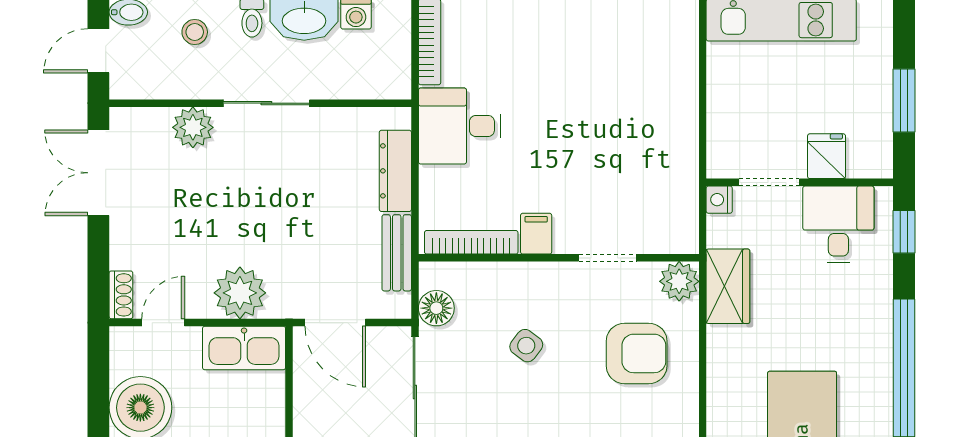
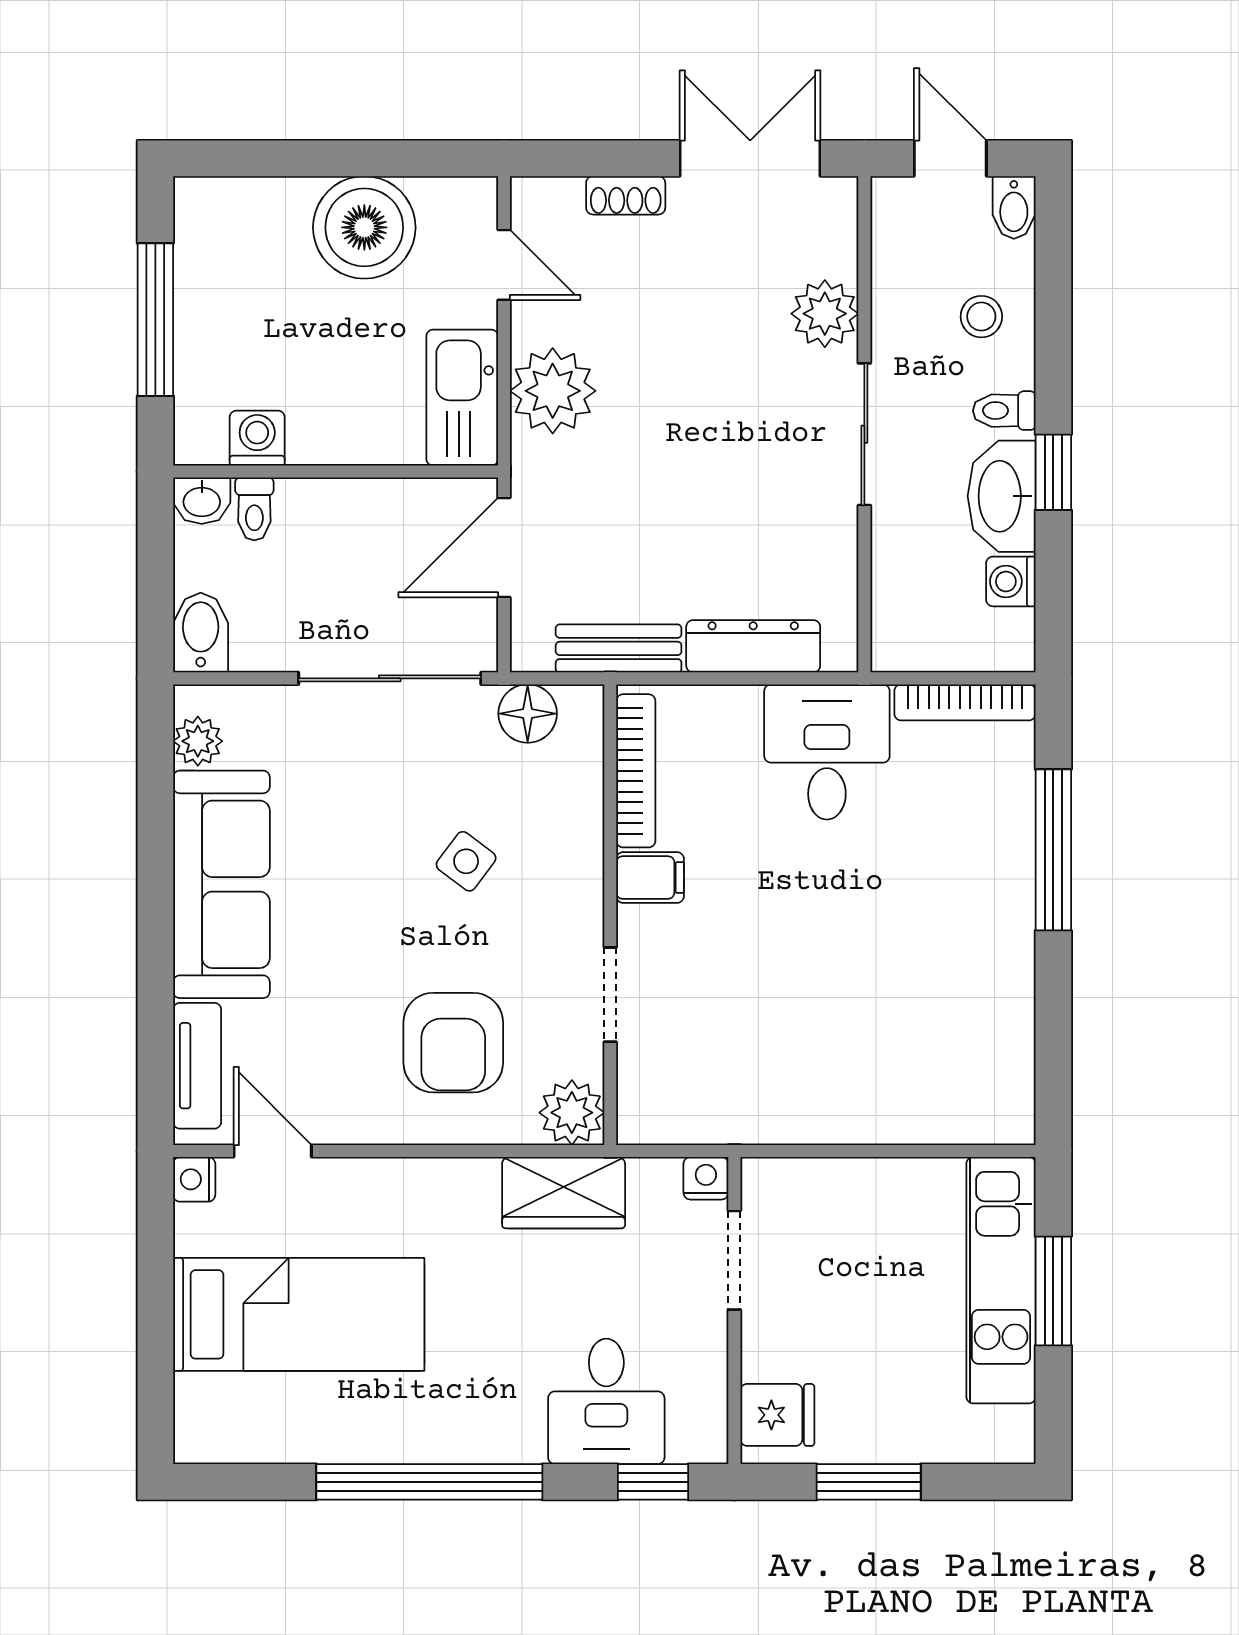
fridge: (827, 156) -> (777, 1415), moved
desk: (838, 224) -> (606, 1401), moved, turned 90
shoe rack: (121, 295) -> (626, 195), moved

